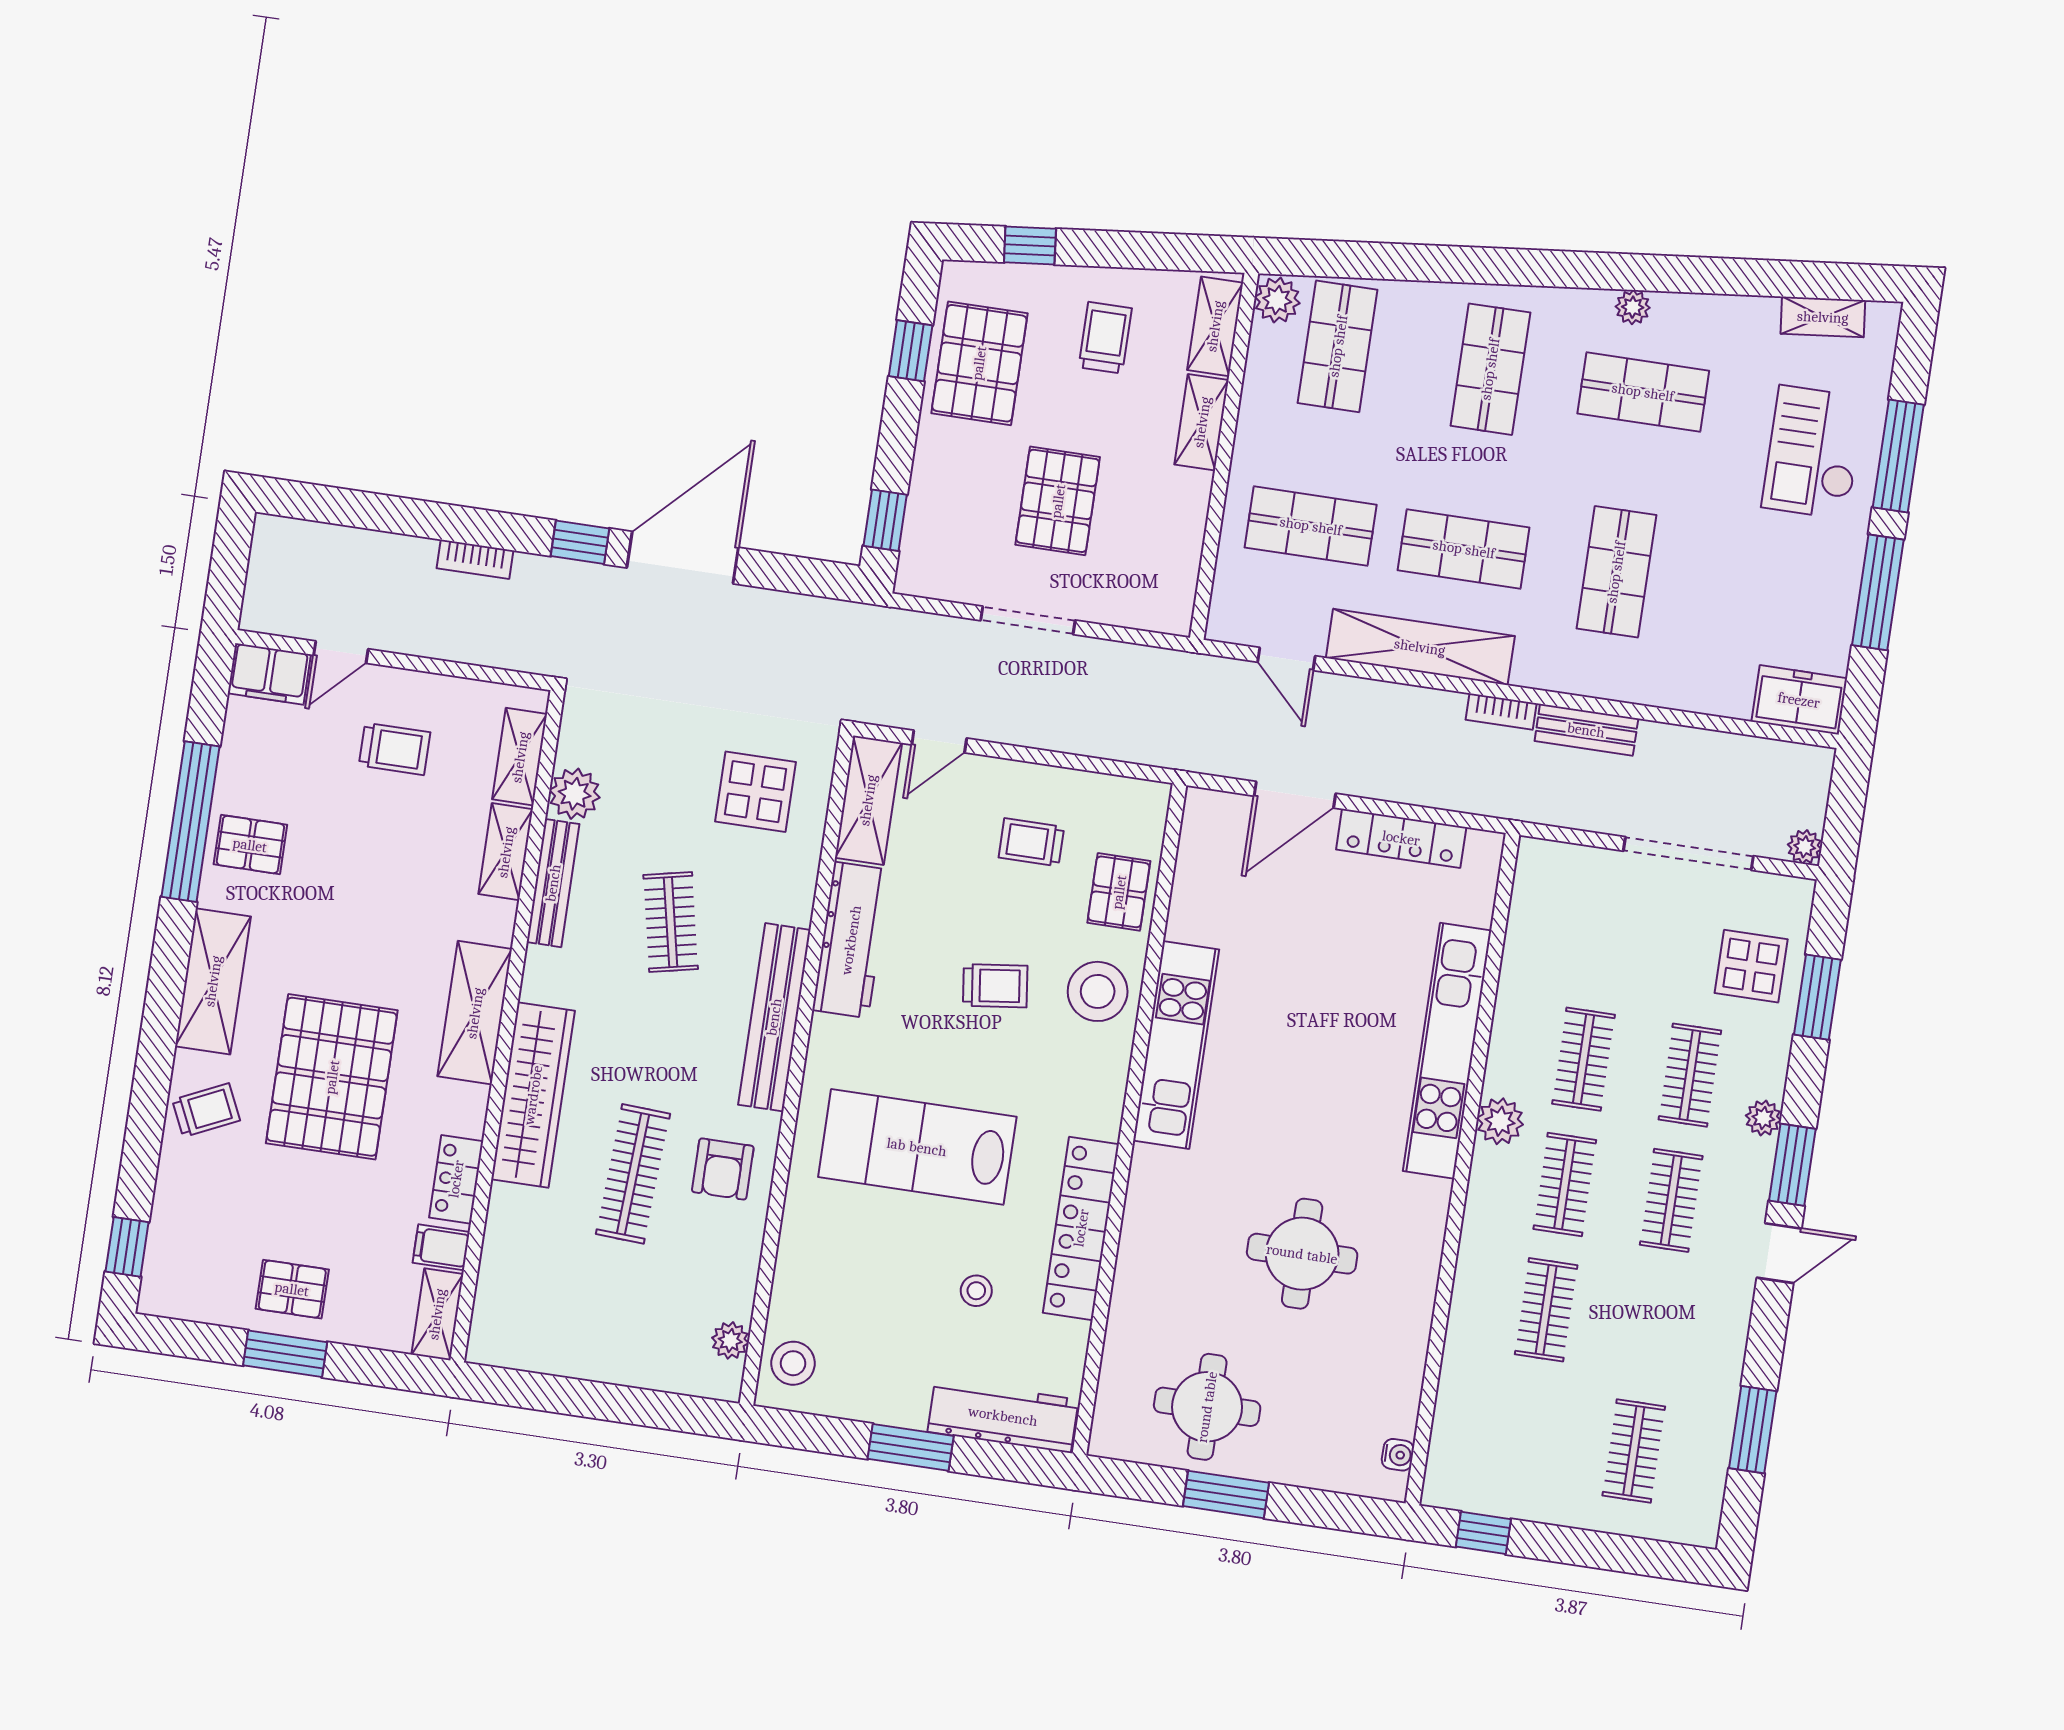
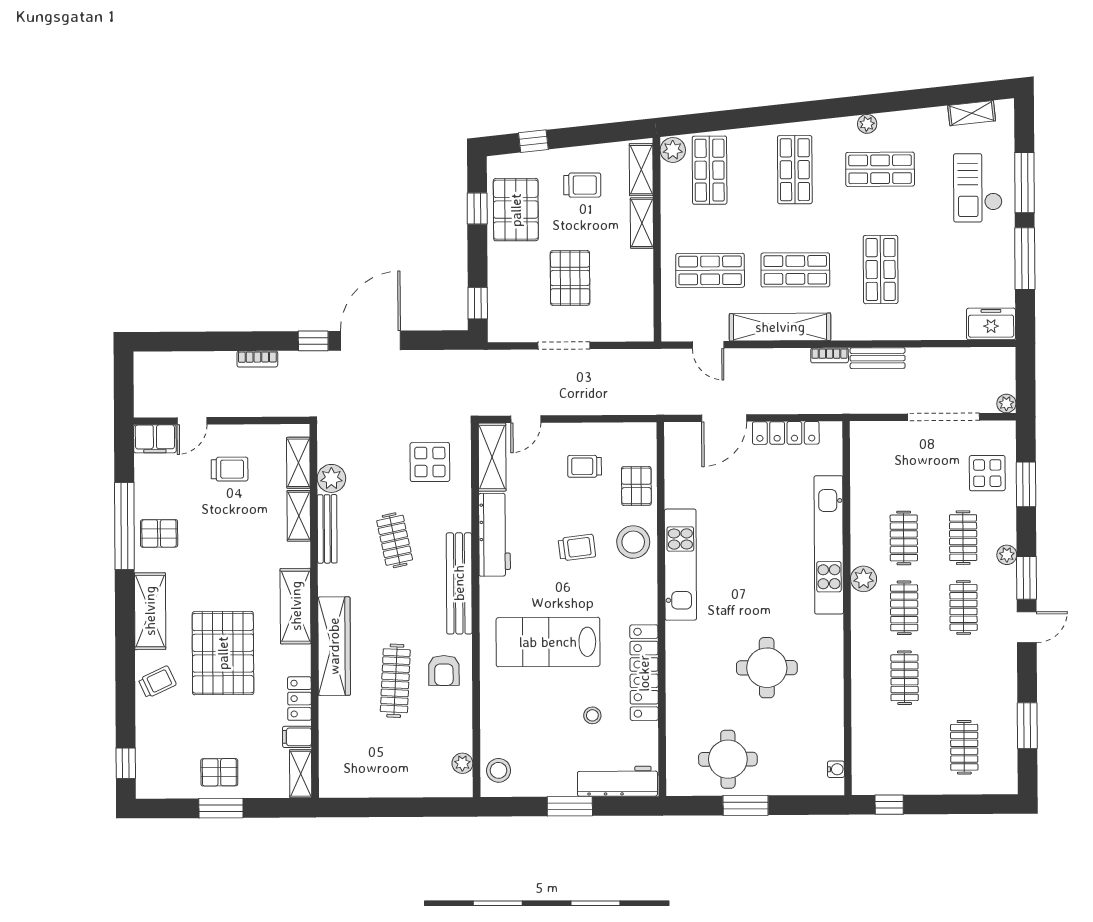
trolley: (1105, 338) -> (582, 185), turned 90

